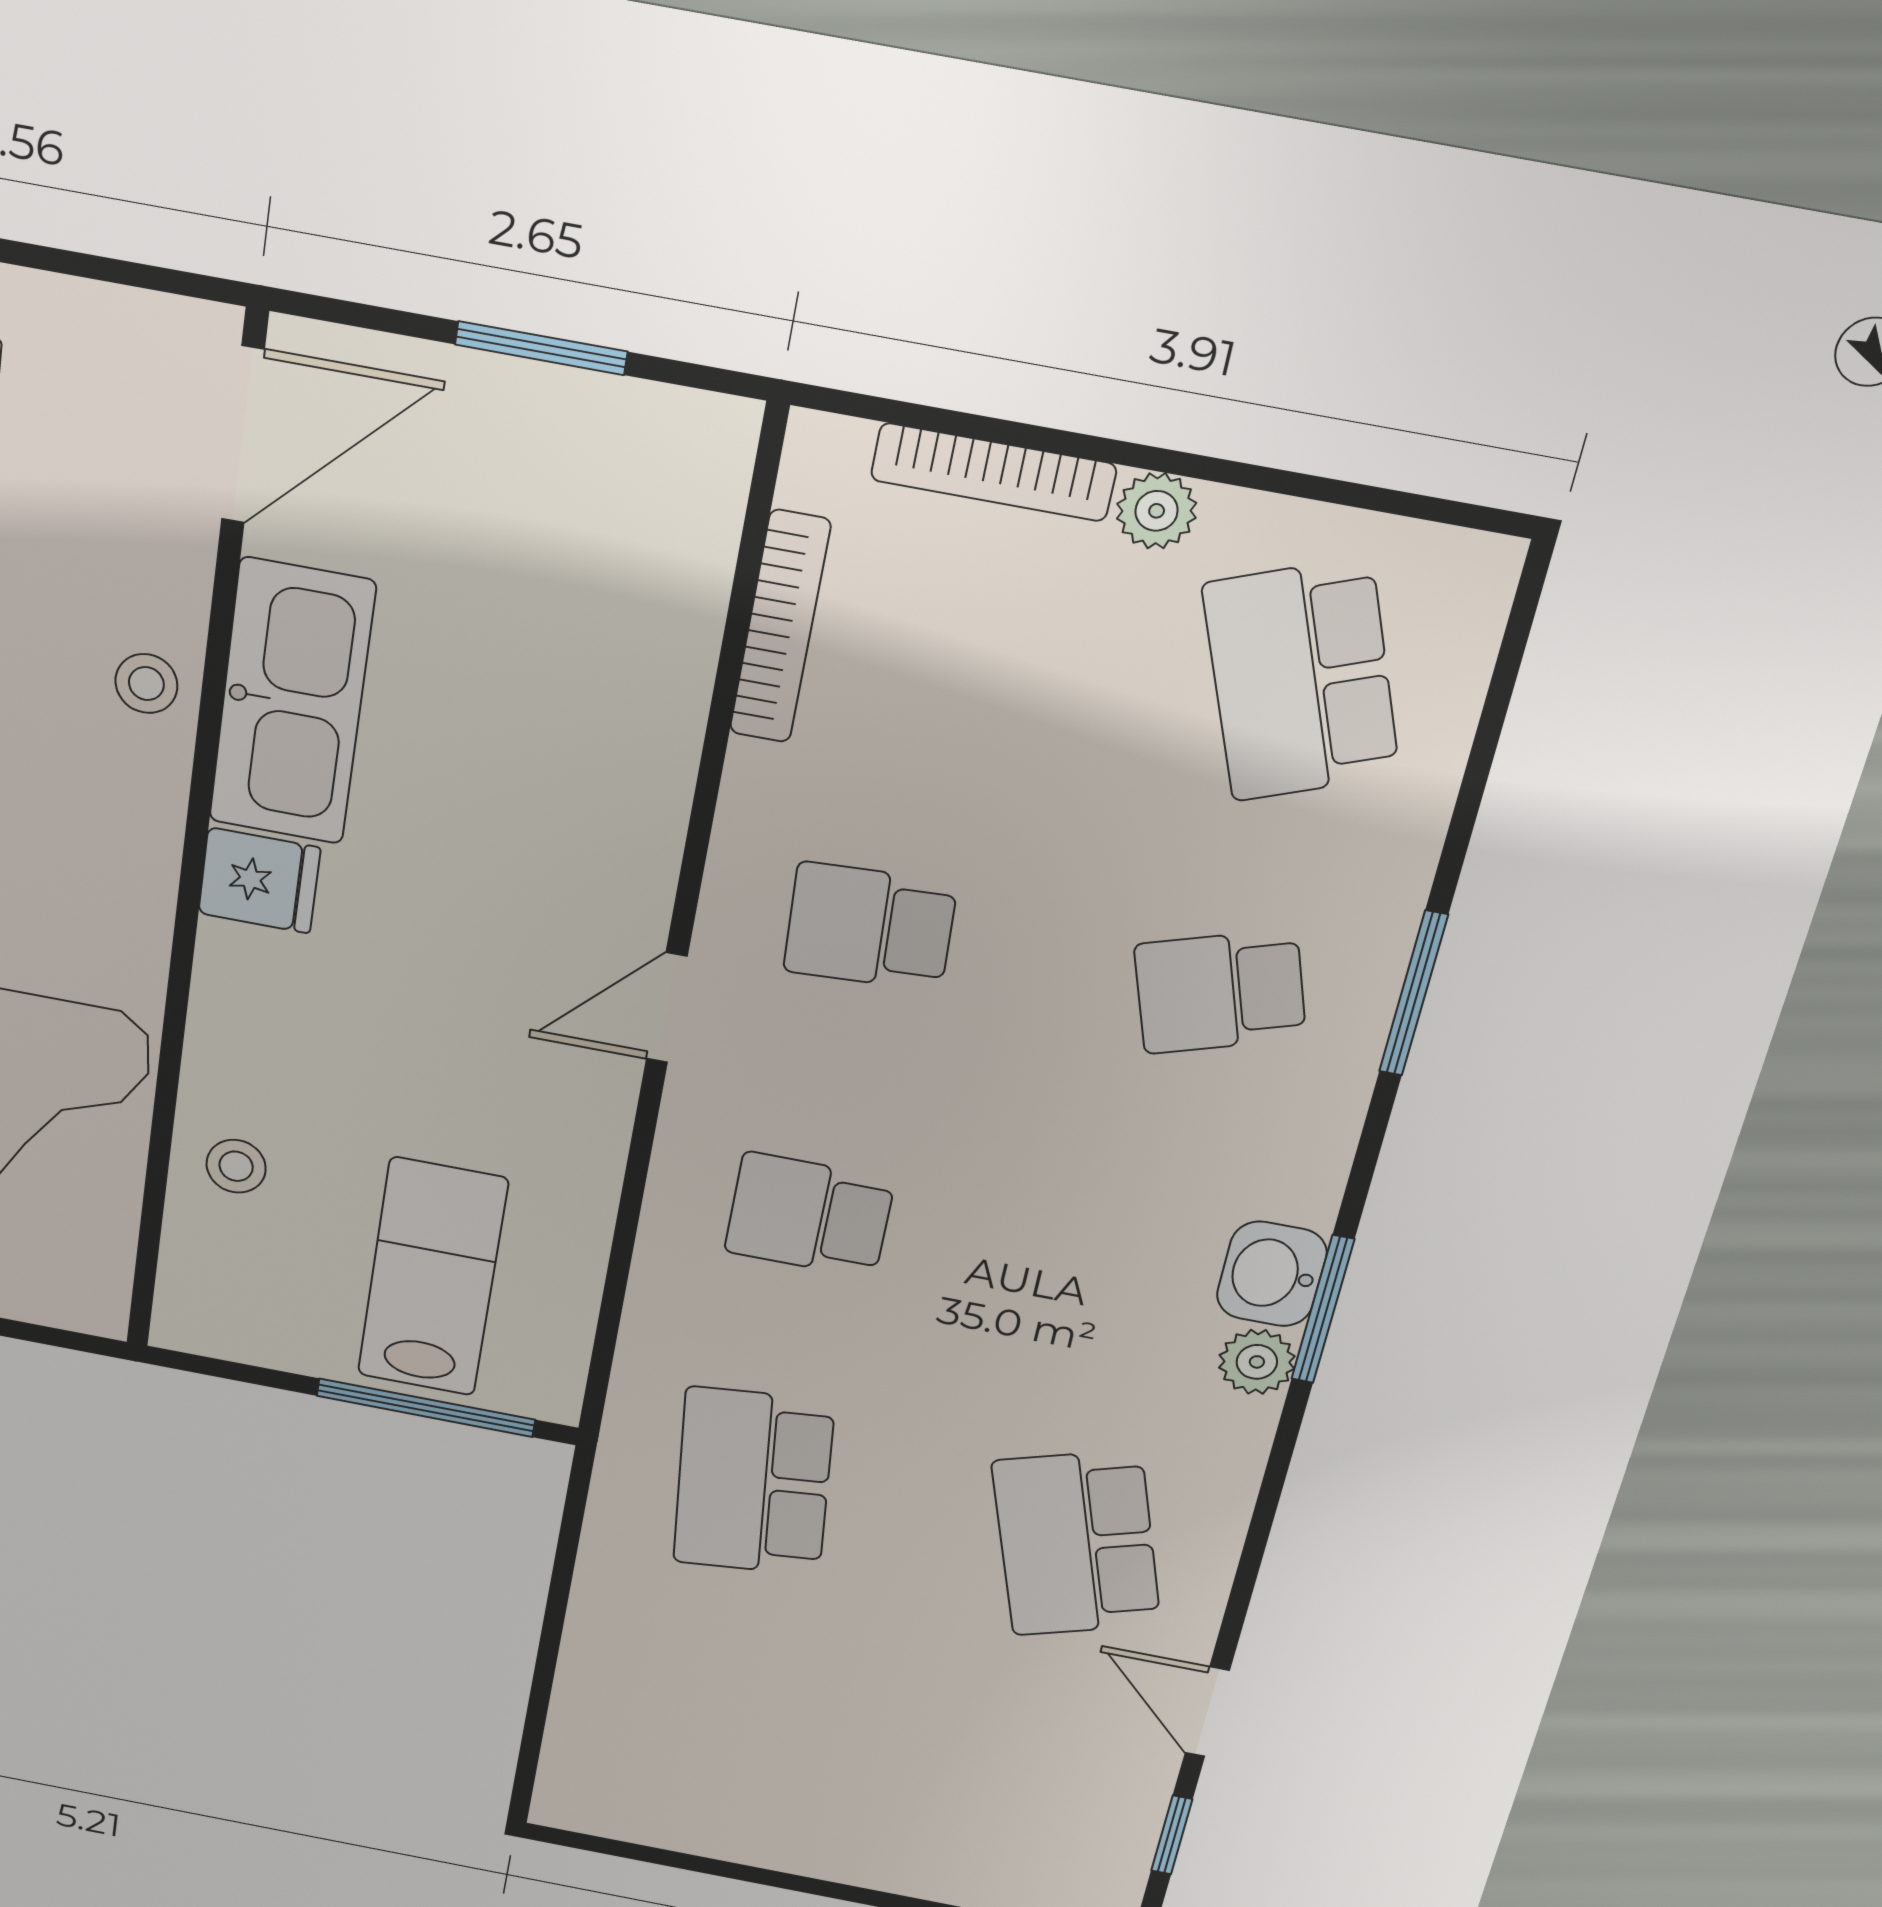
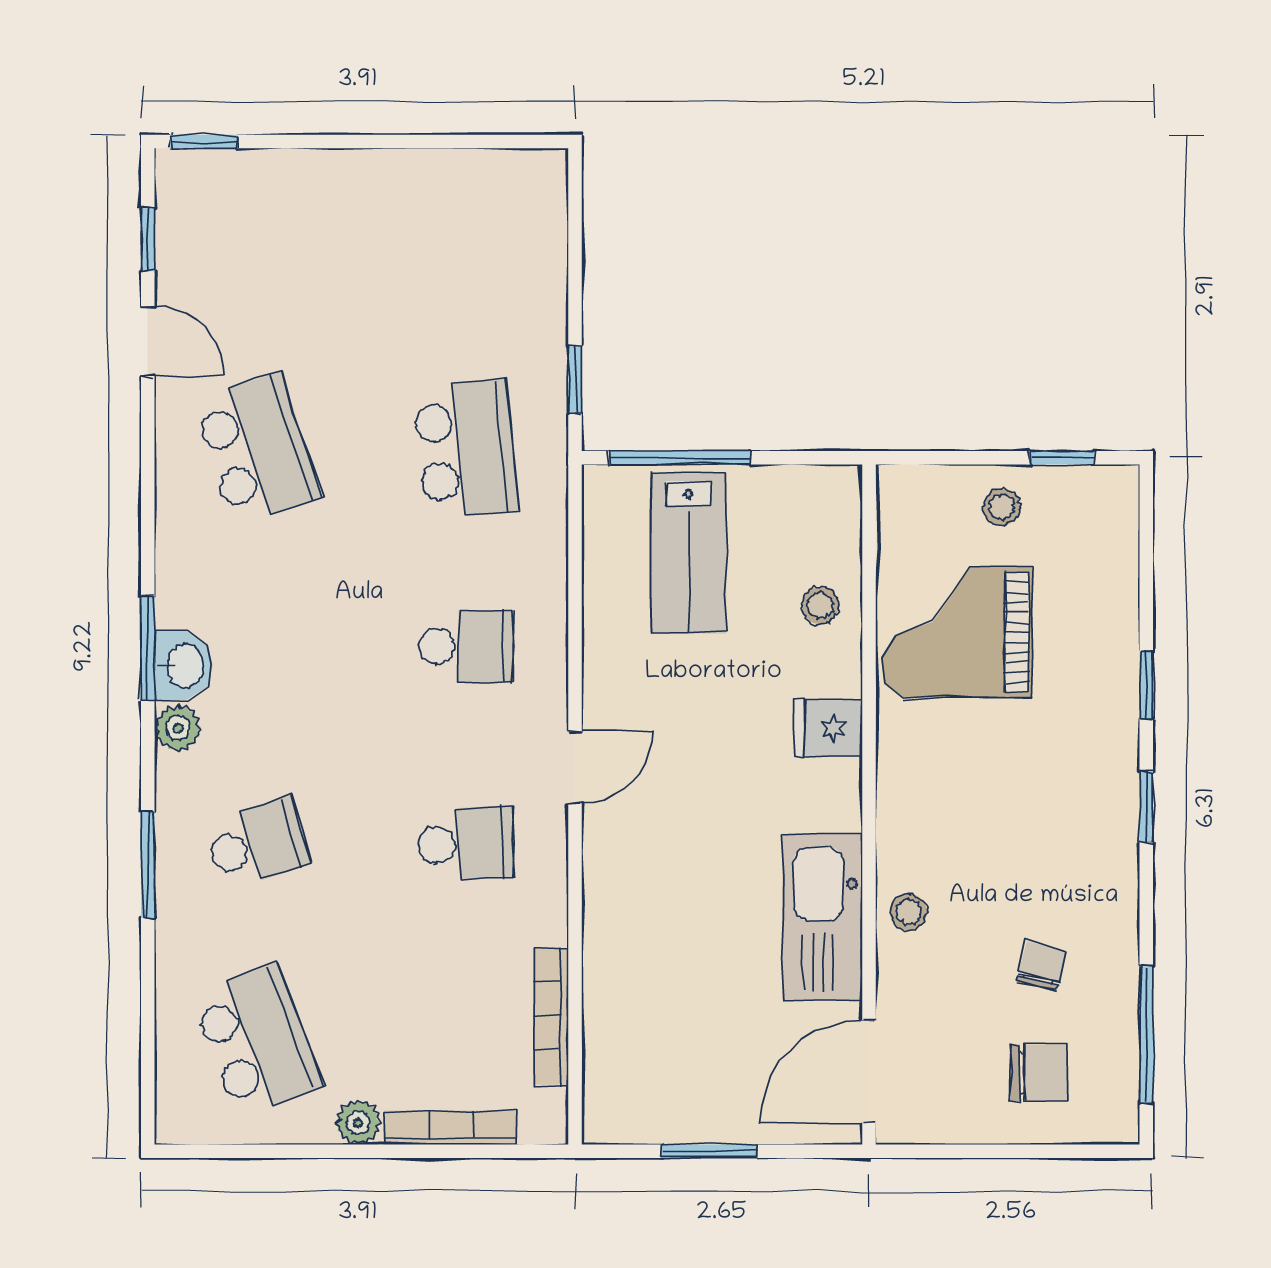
fridge: (259, 881) -> (828, 728), moved
plant: (1257, 1362) -> (178, 728), moved
window: (569, 1539) -> (575, 379), added

